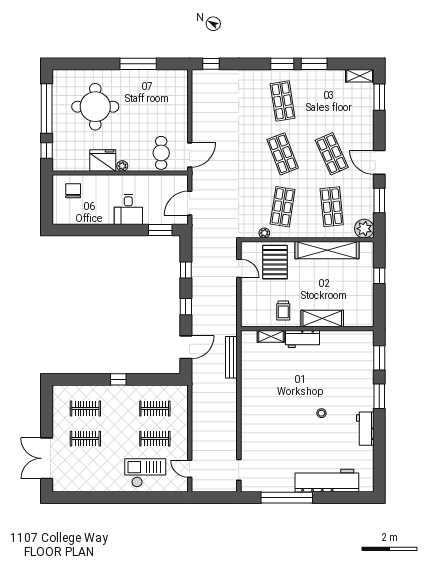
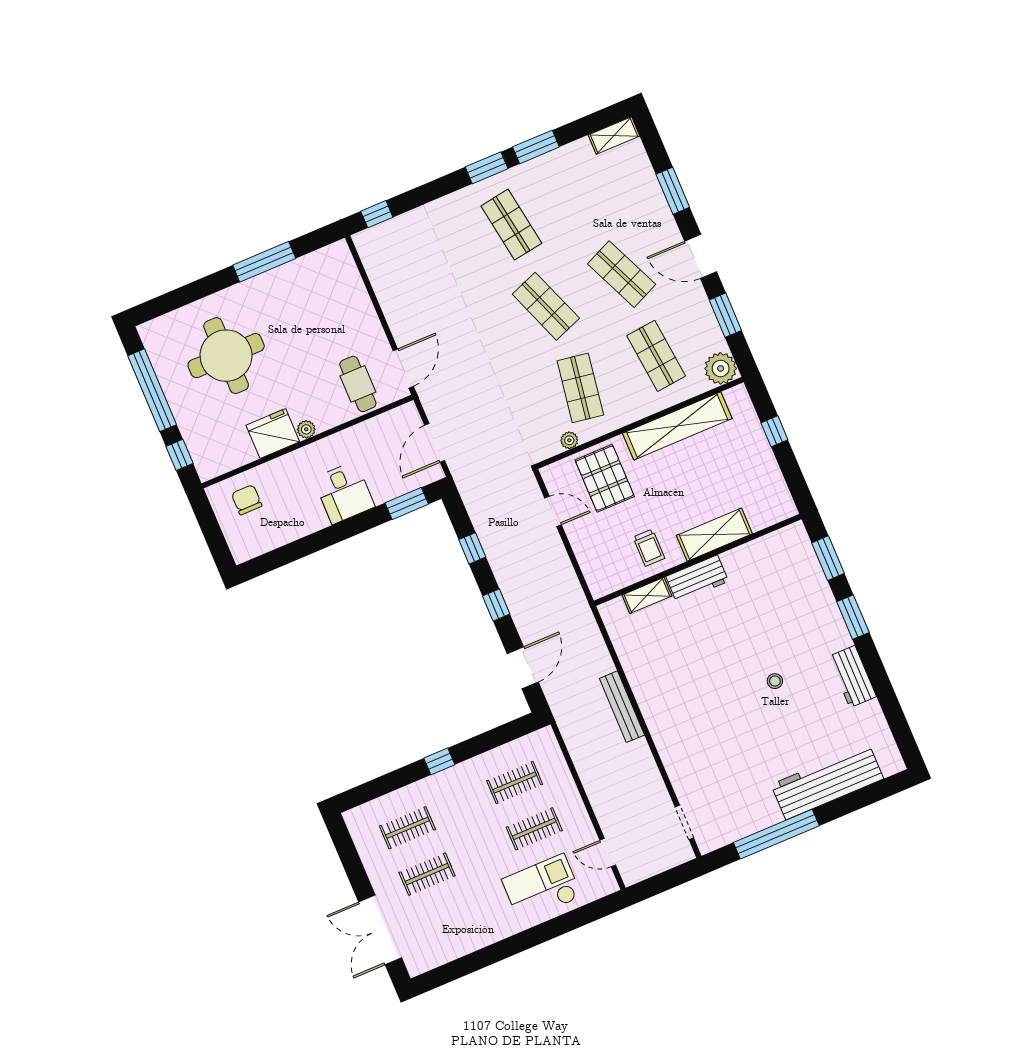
window: (379, 97) -> (673, 191), moved
bench: (231, 357) -> (622, 707), moved

